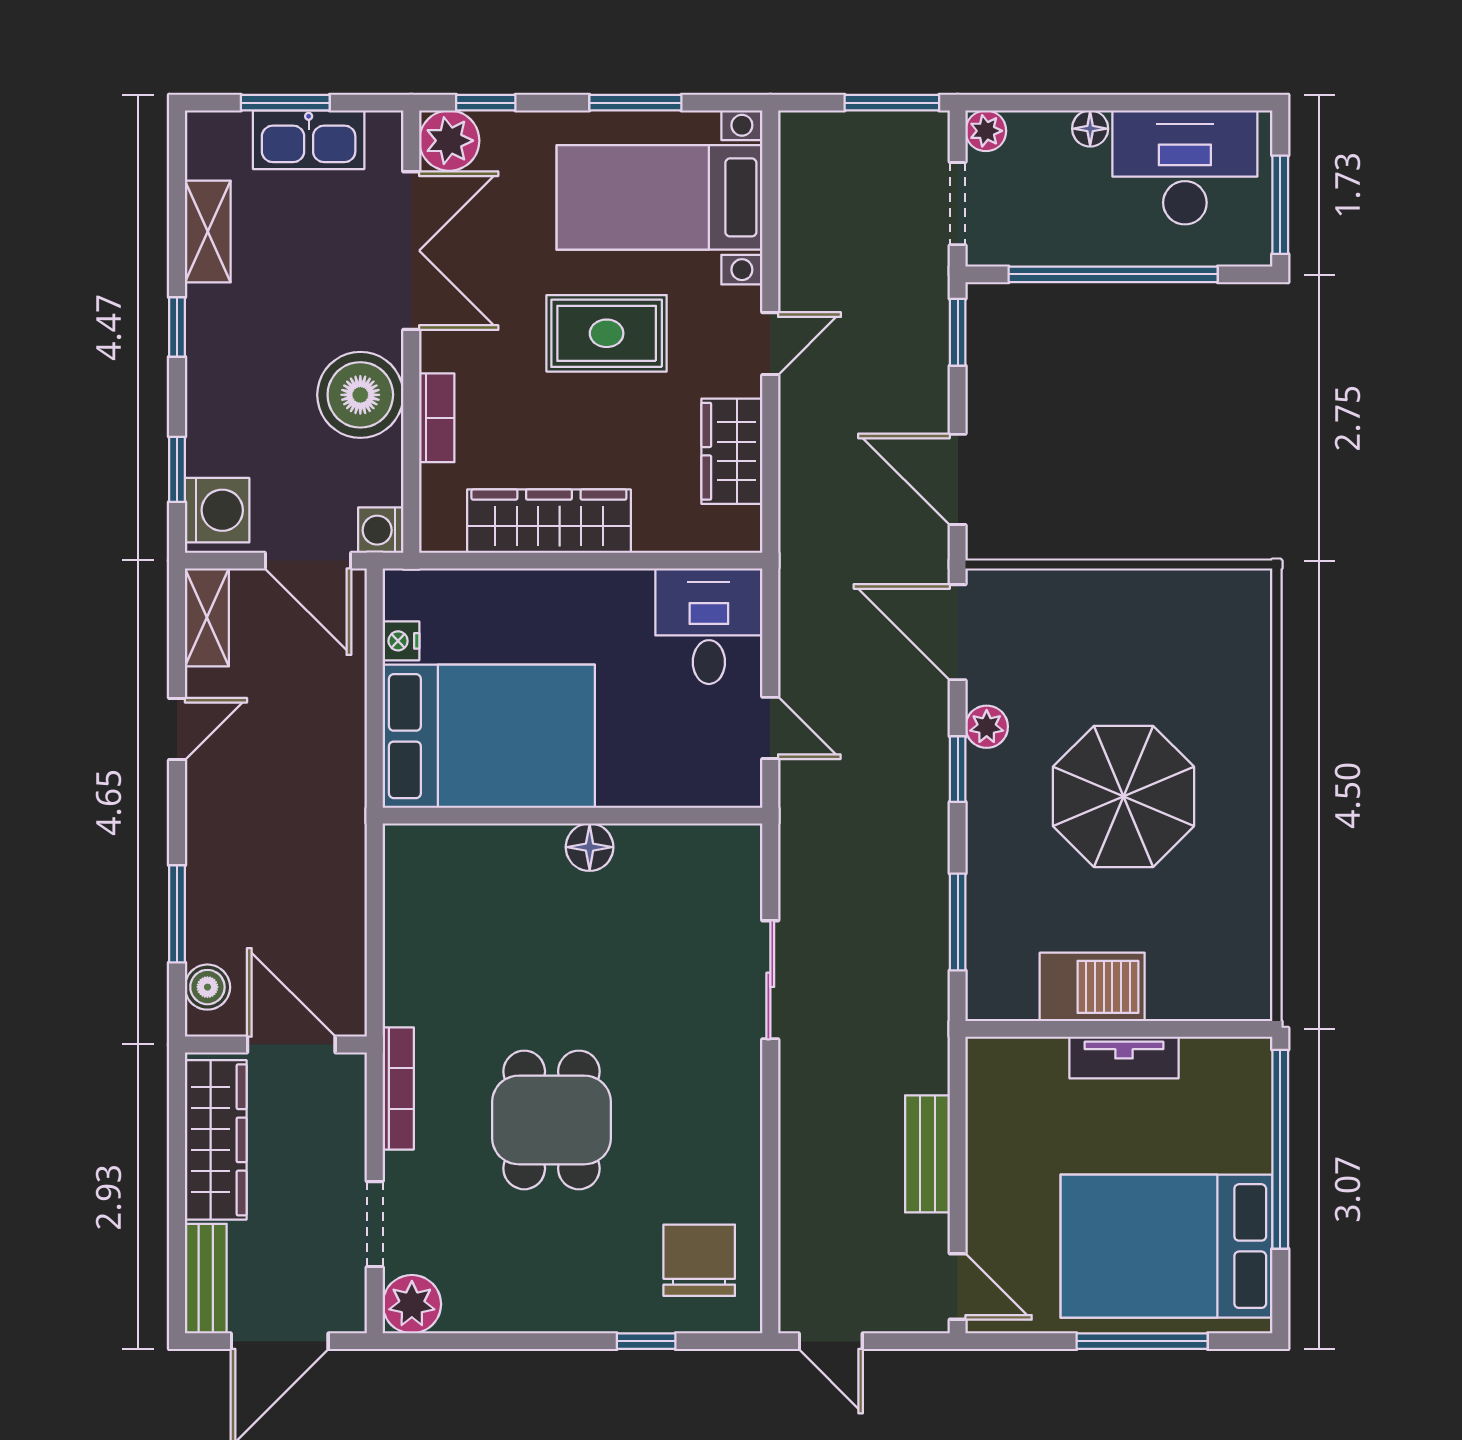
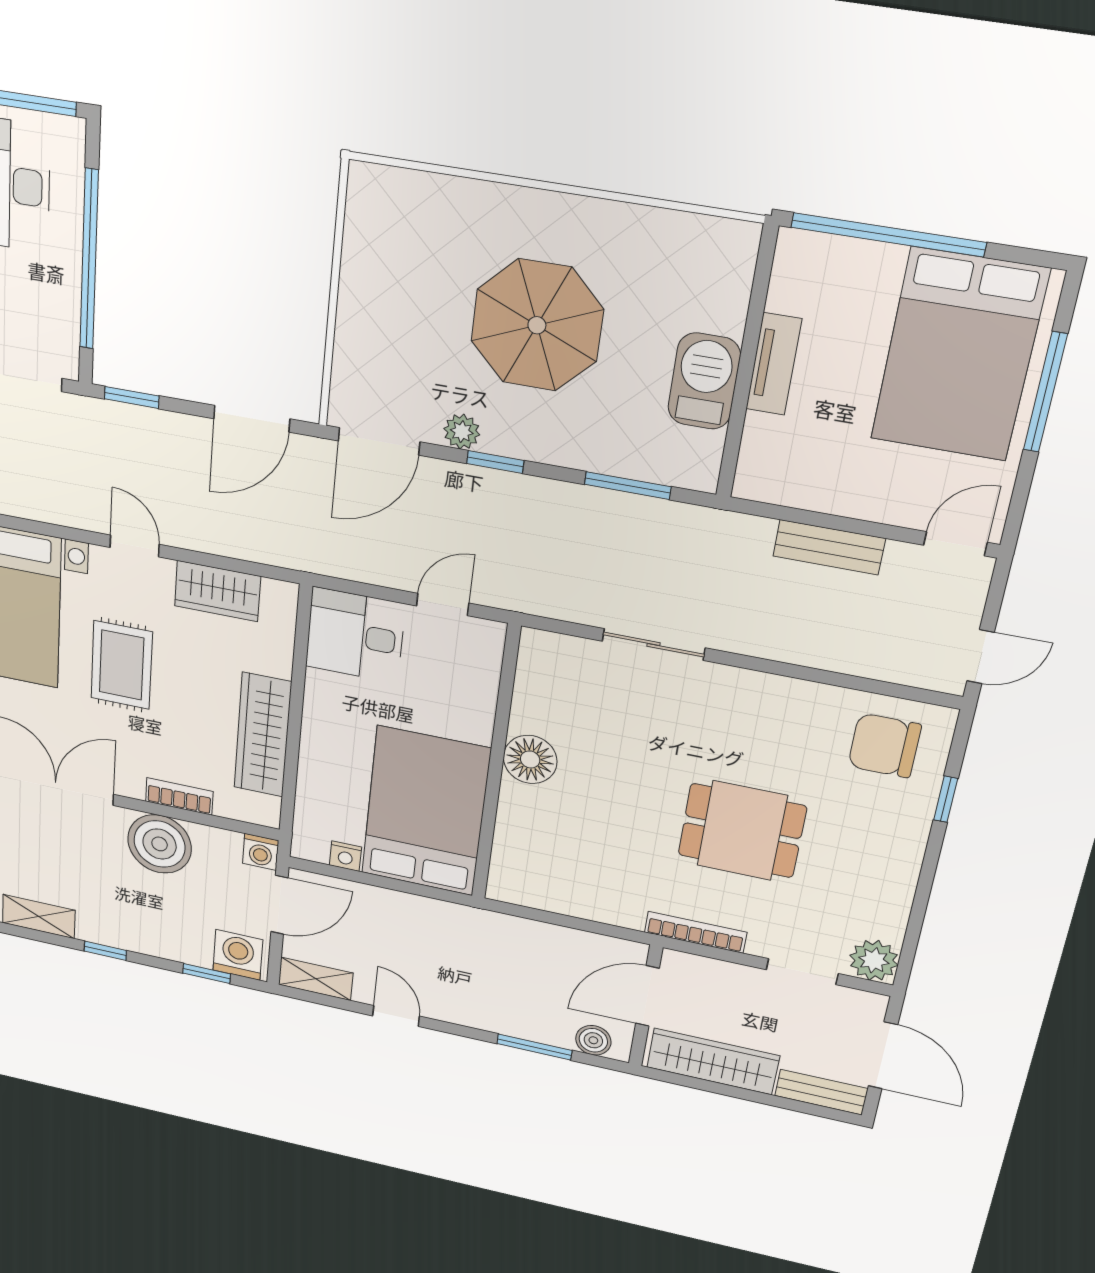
floor lamp: (590, 847) -> (530, 759), width x1.38, depth x1.38

